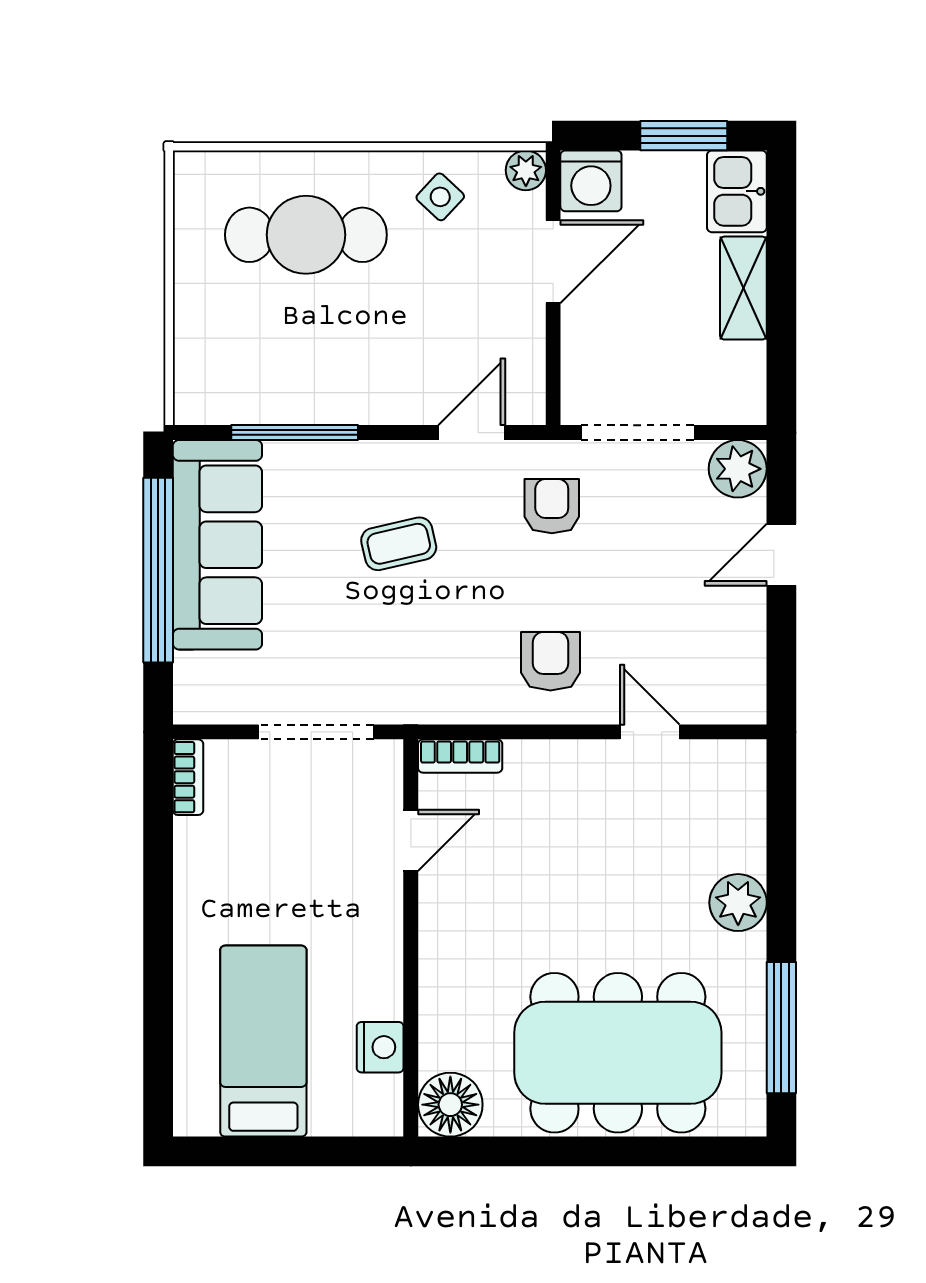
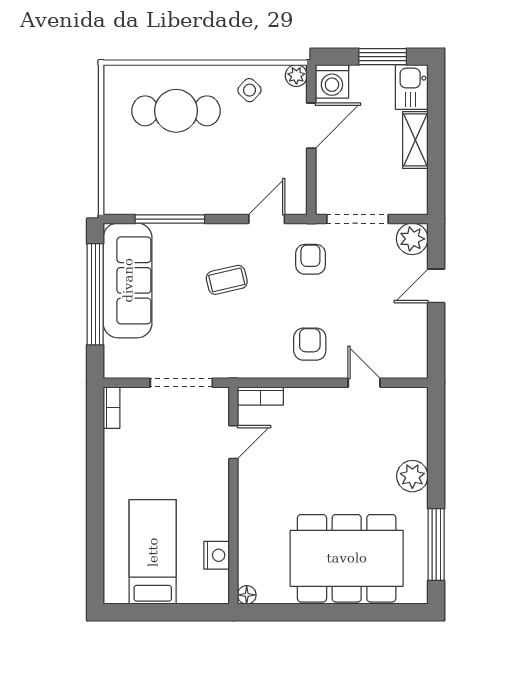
floor lamp: (450, 1105) -> (247, 595), width x0.53, depth x0.53

